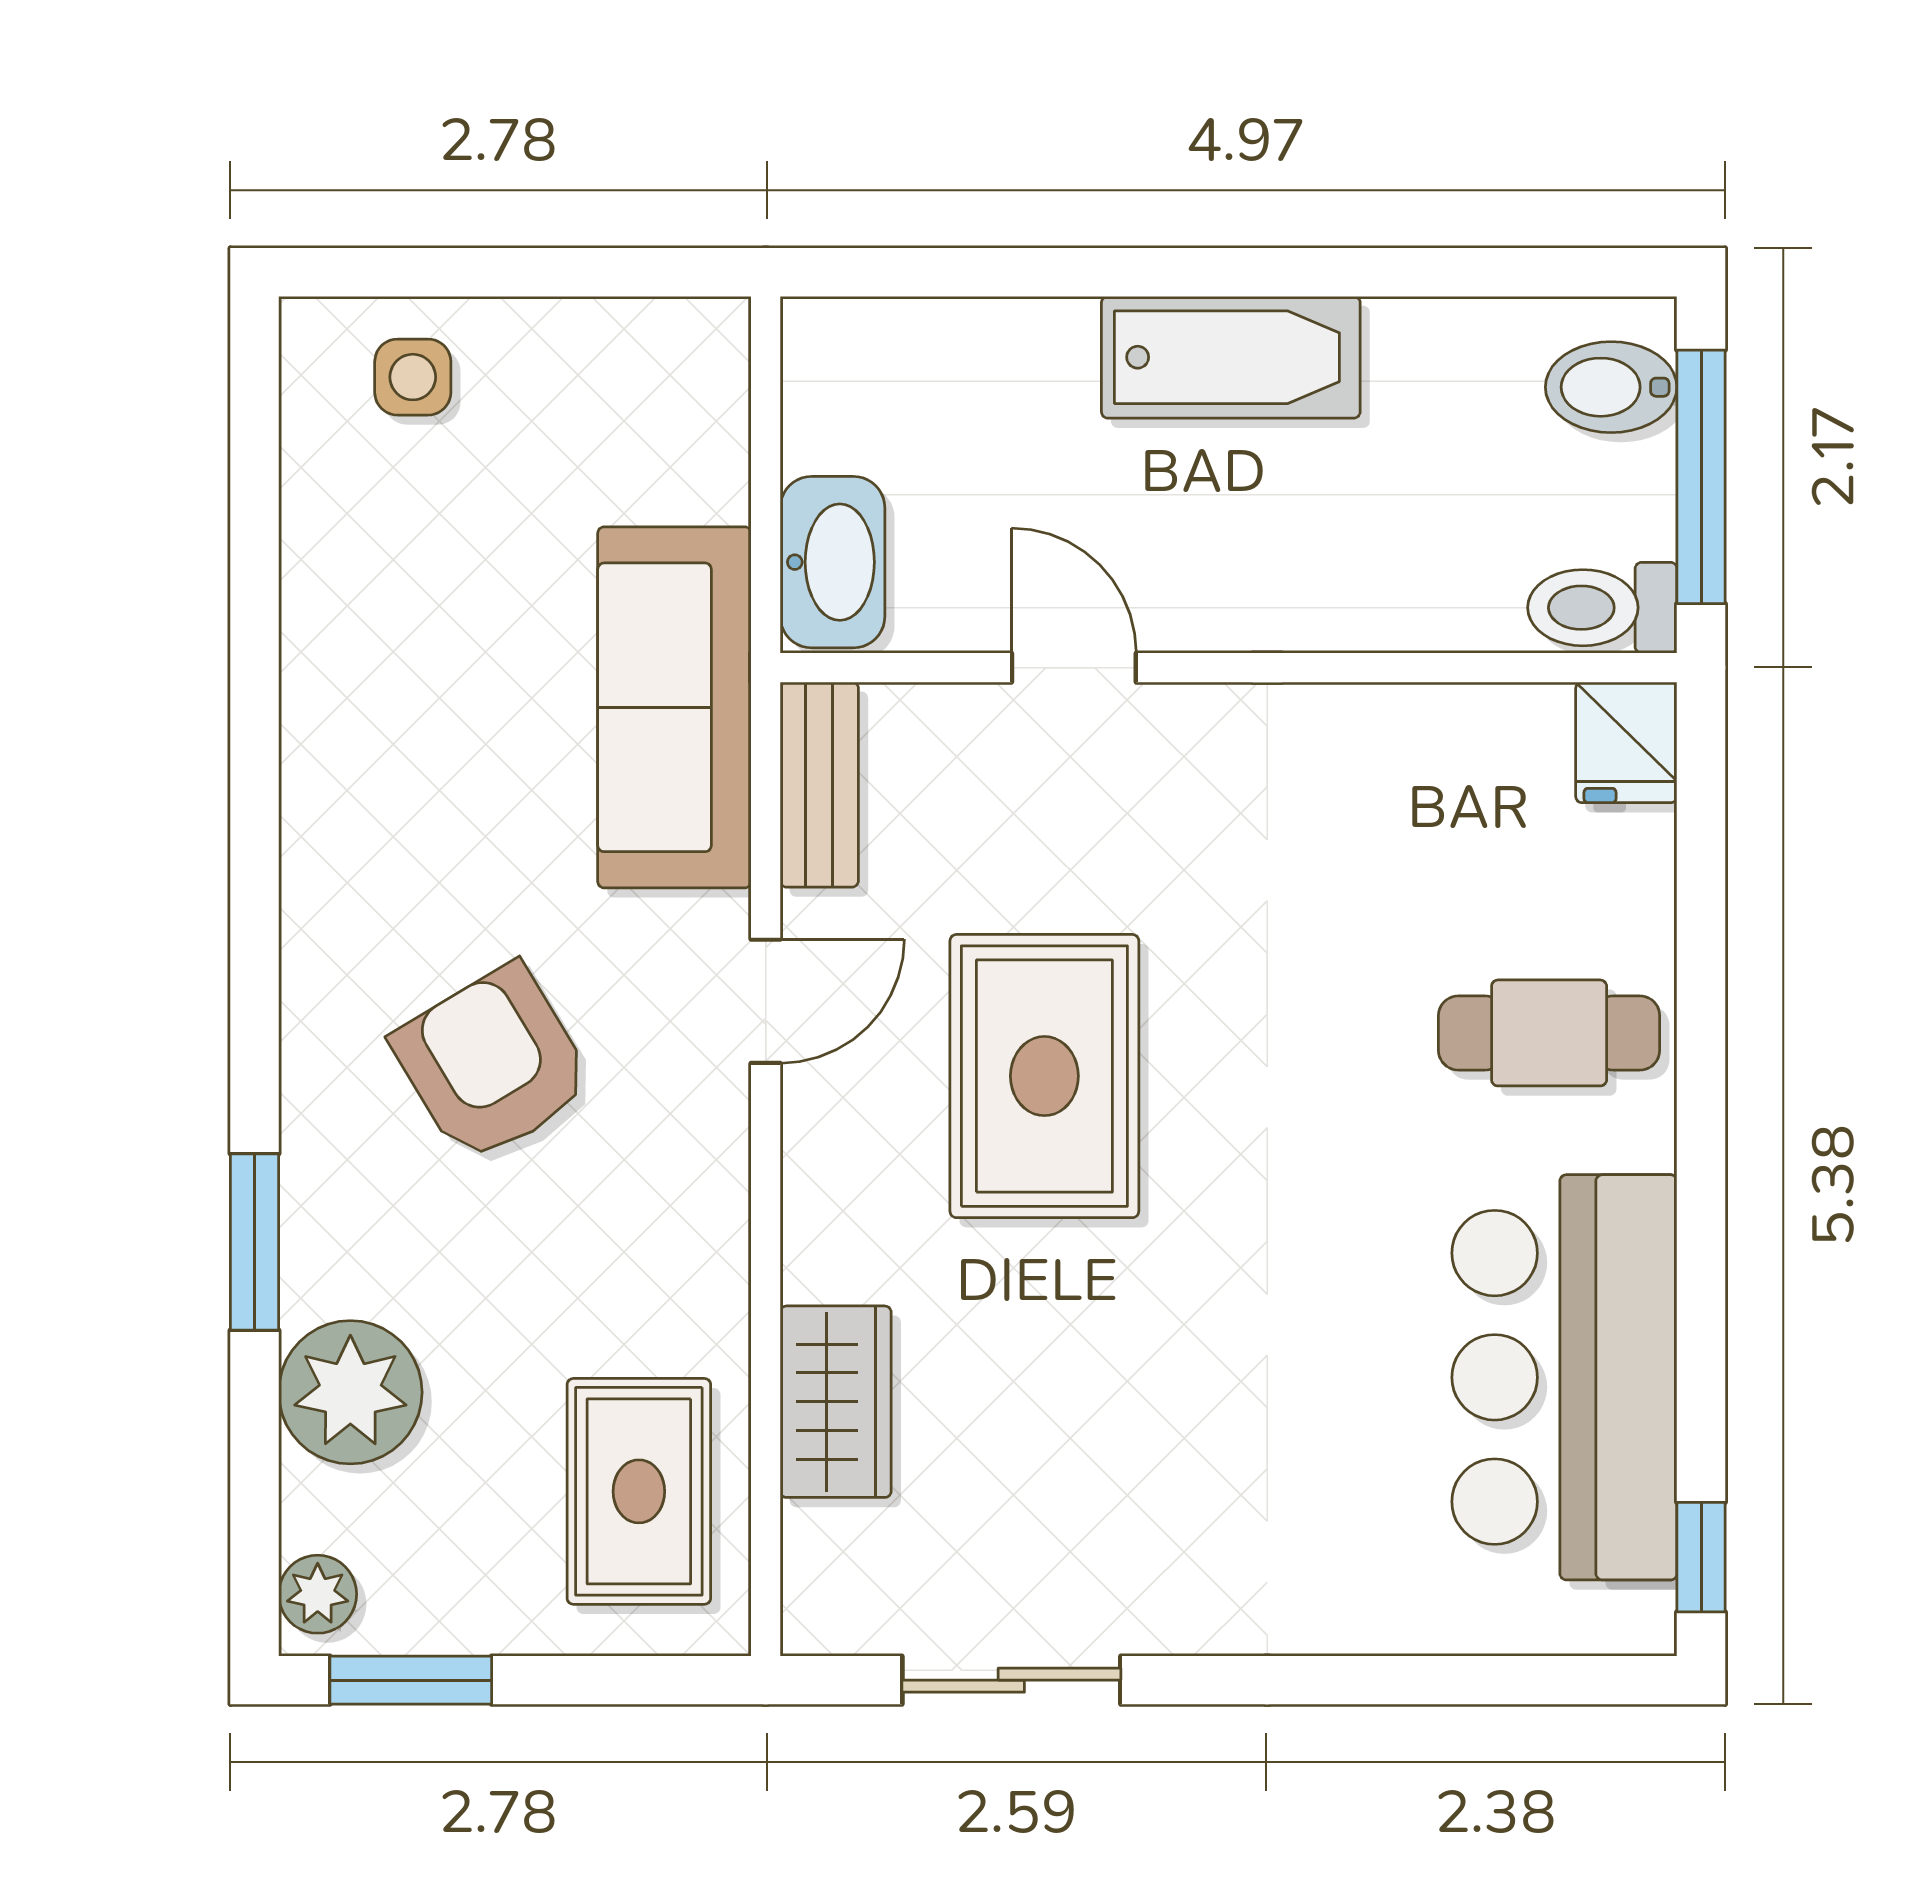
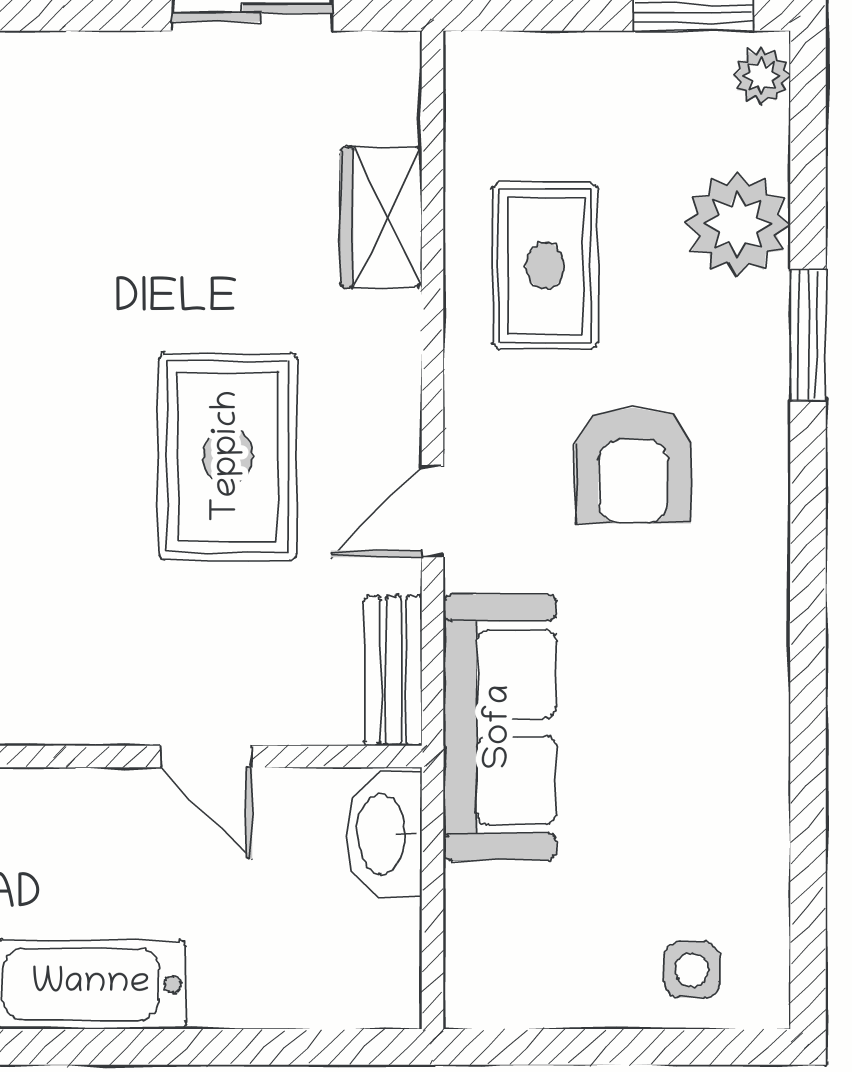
armchair: (493, 1064) -> (633, 466), turned 31
rug: (639, 1491) -> (545, 266), moved

